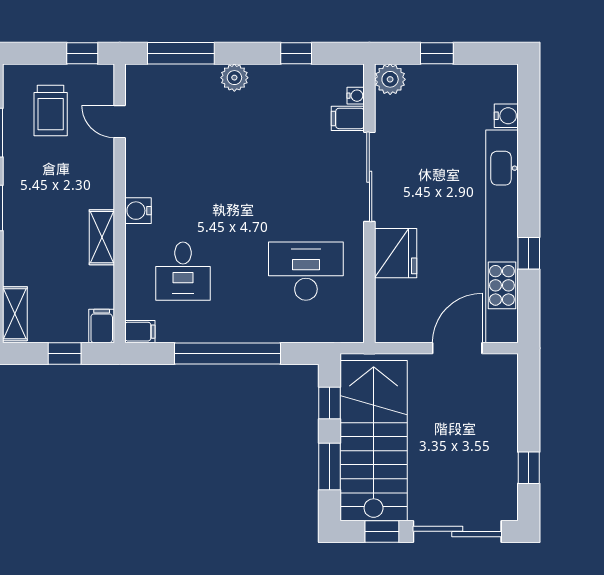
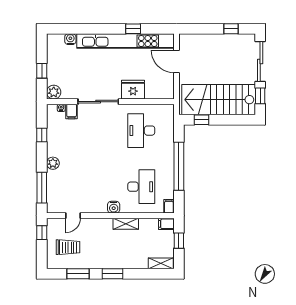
desk: (183, 271) -> (141, 187), width x1.37
window: (329, 467) -> (230, 120), removed

